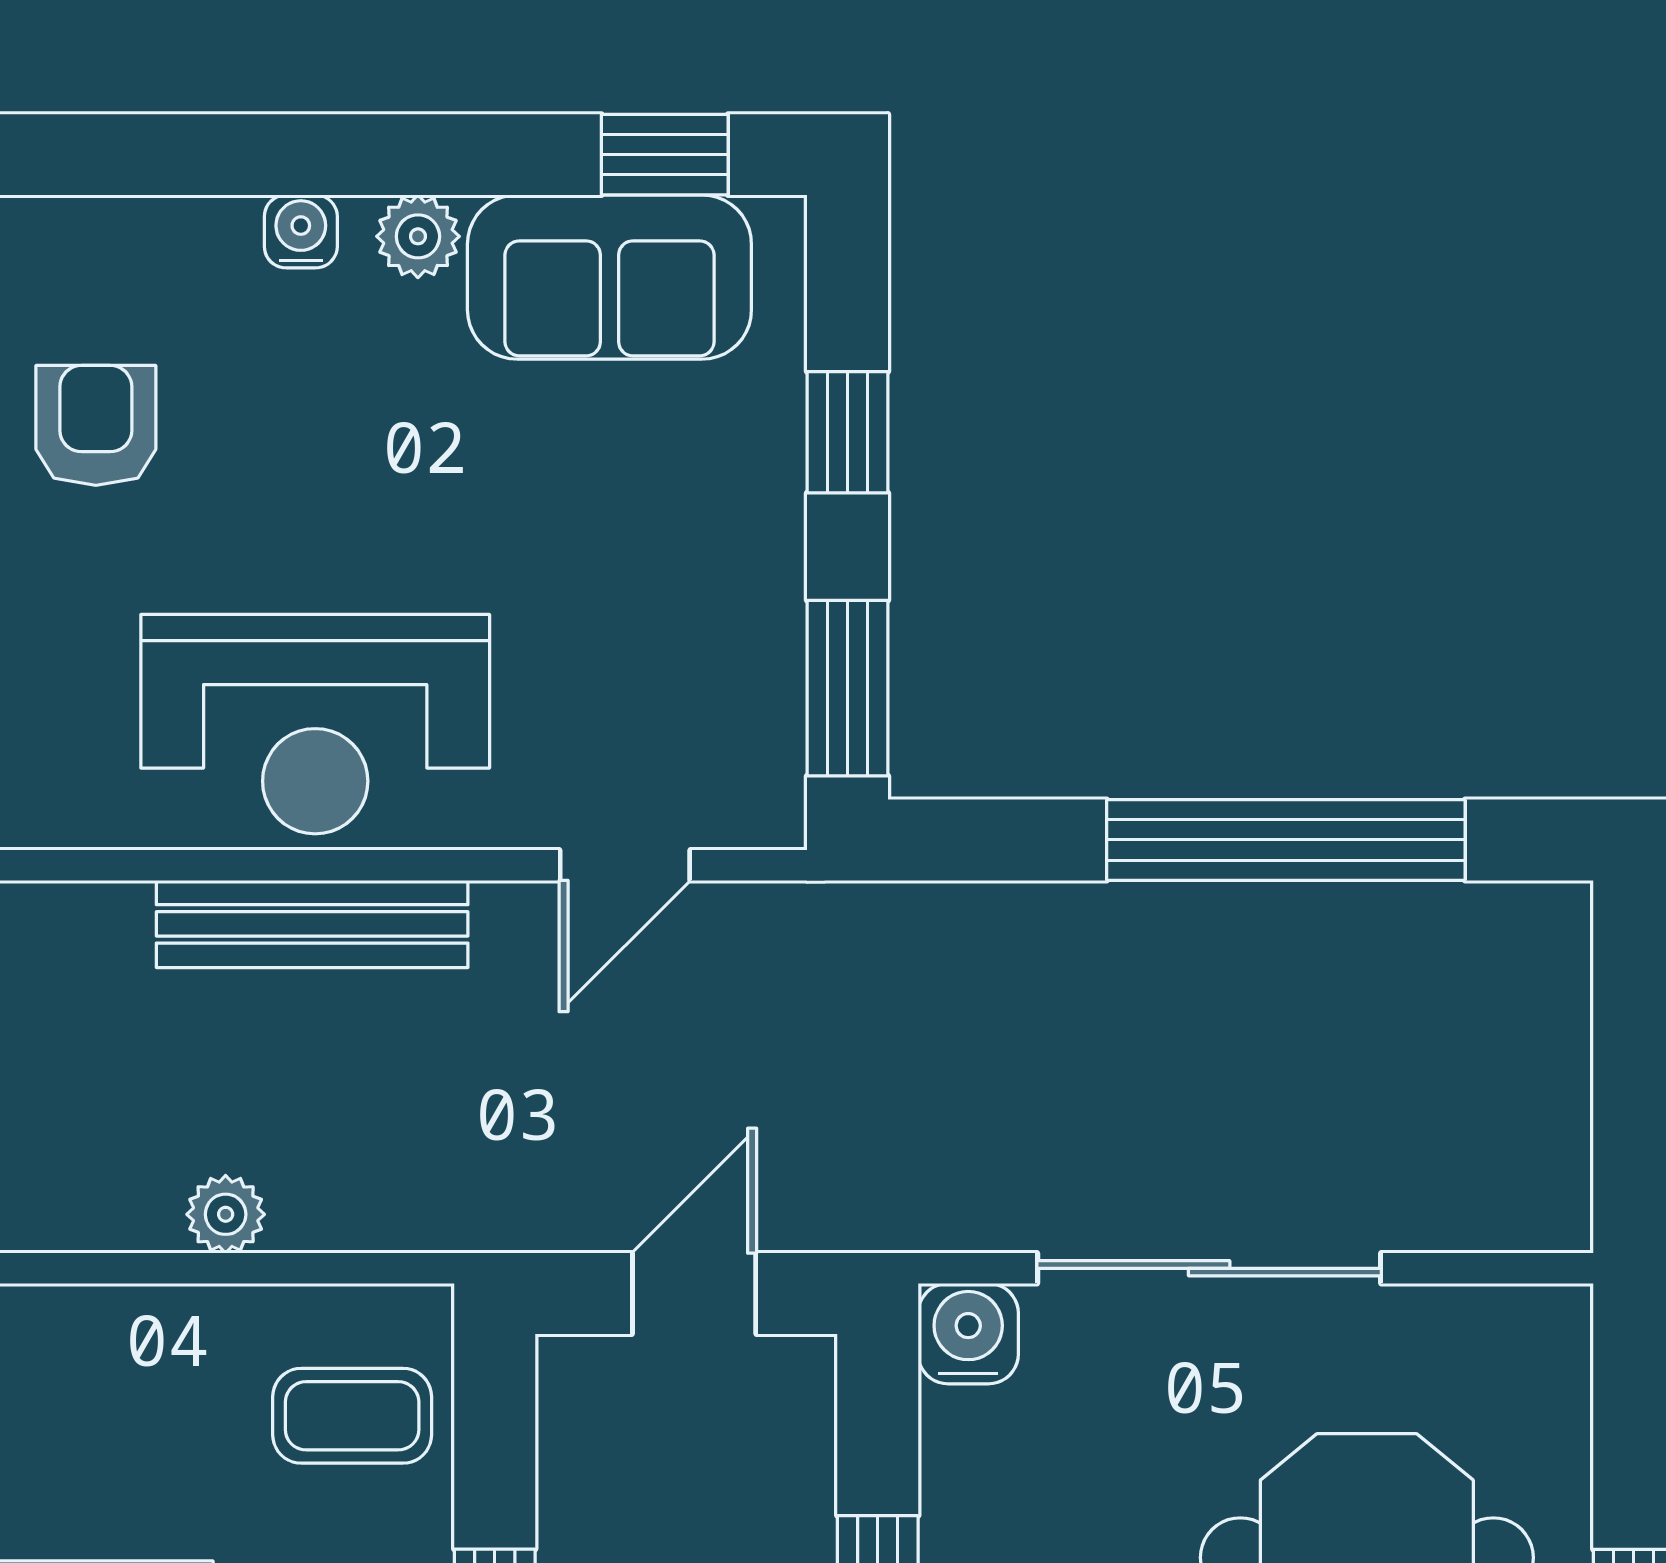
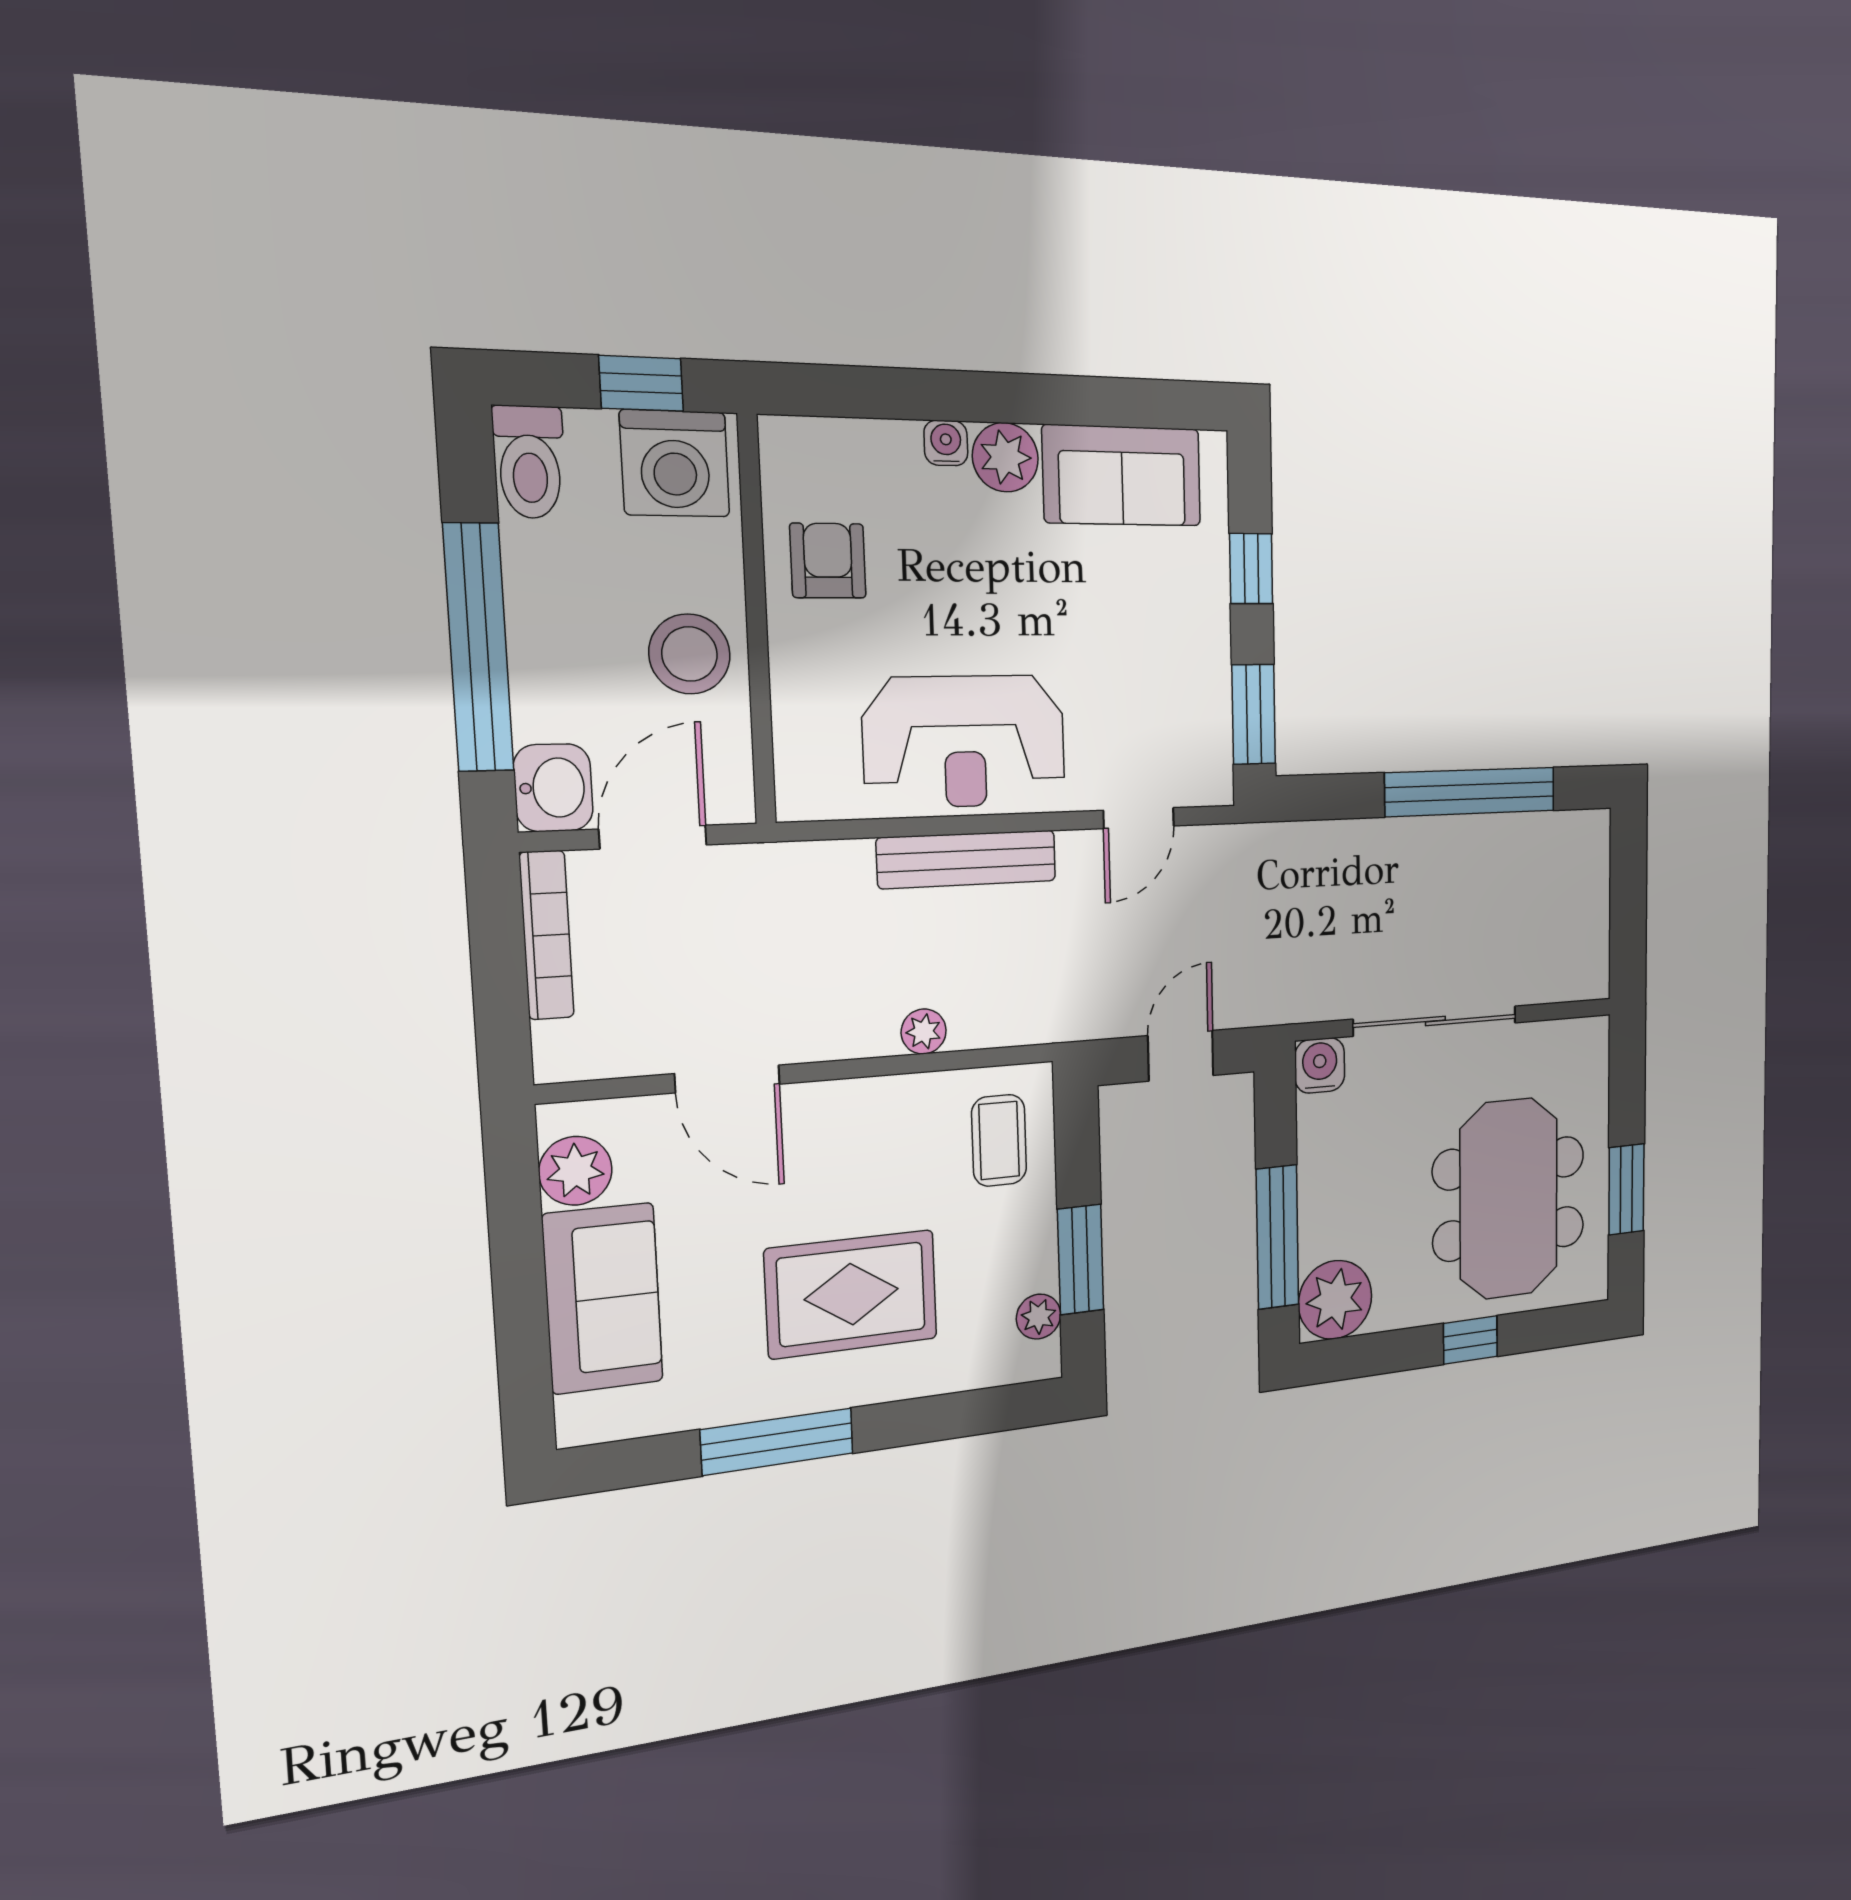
window: (665, 155) -> (1151, 404), removed
plant: (418, 236) -> (1005, 457), width x1.38, depth x1.38
coffee table: (352, 1416) -> (999, 1140), turned 90

